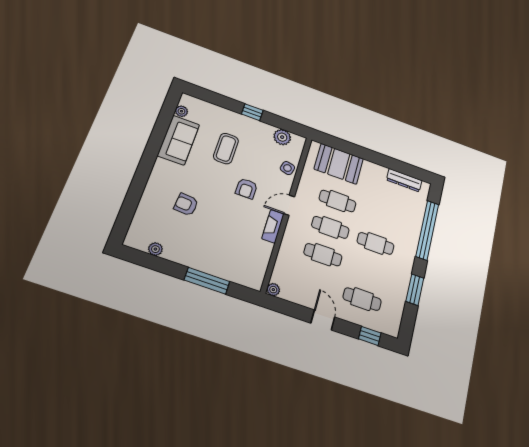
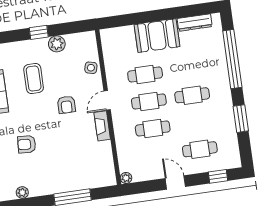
plant: (282, 137) -> (57, 44), moved
booth: (339, 164) -> (157, 36), moved

